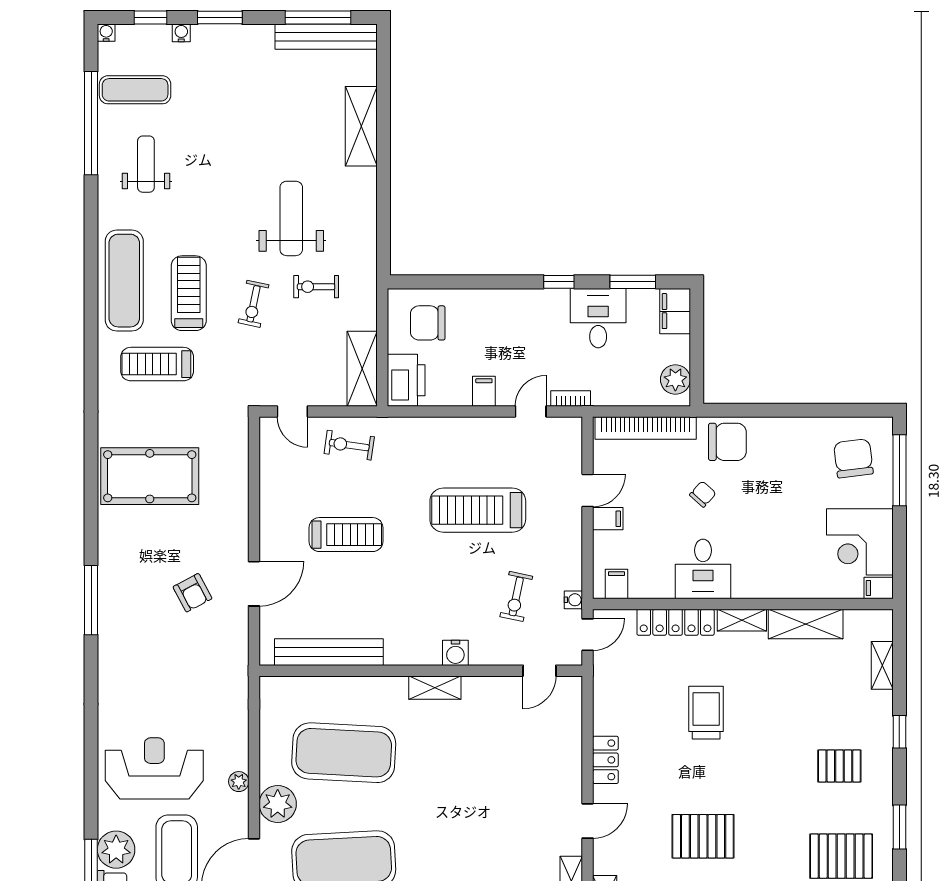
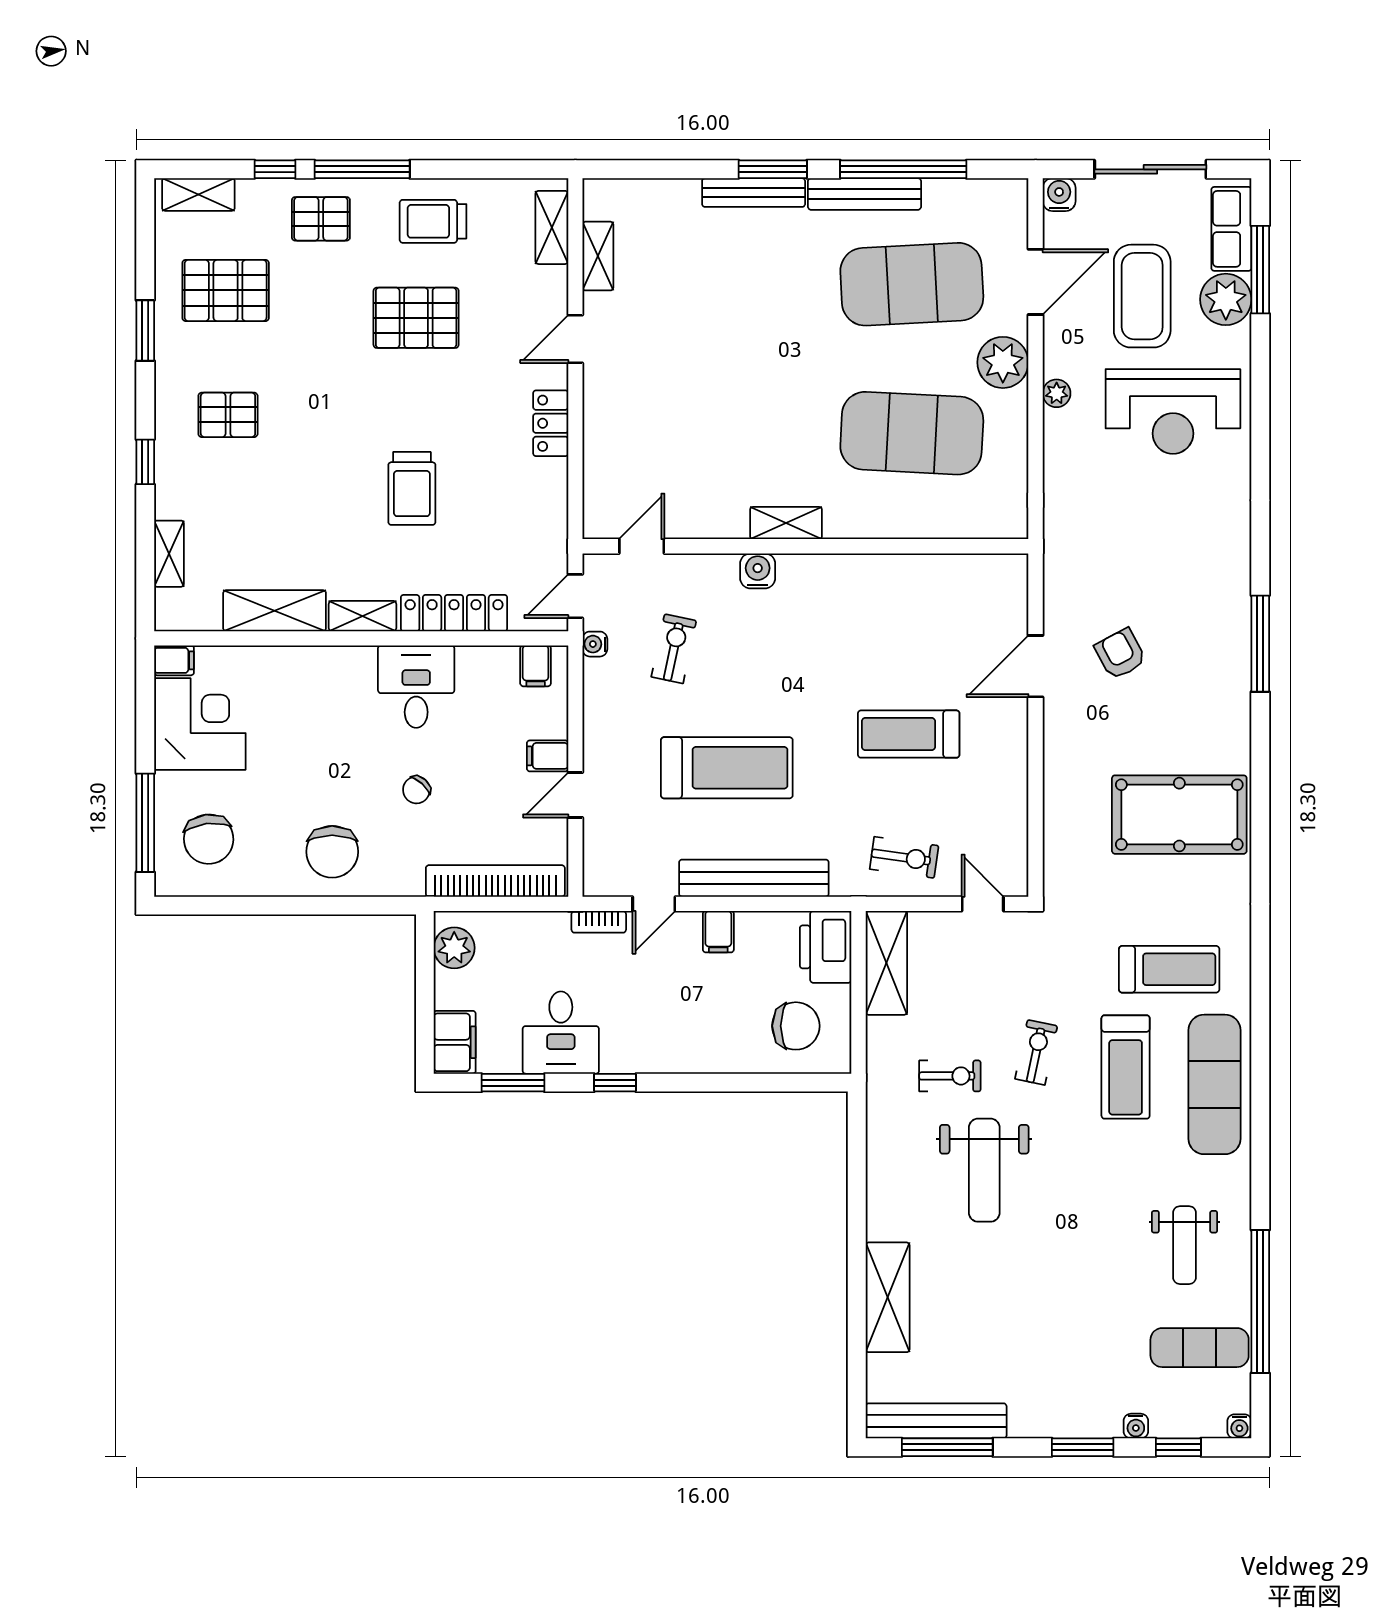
chair: (727, 442) -> (332, 852), moved, turned -90
bench: (329, 652) -> (754, 878), moved

